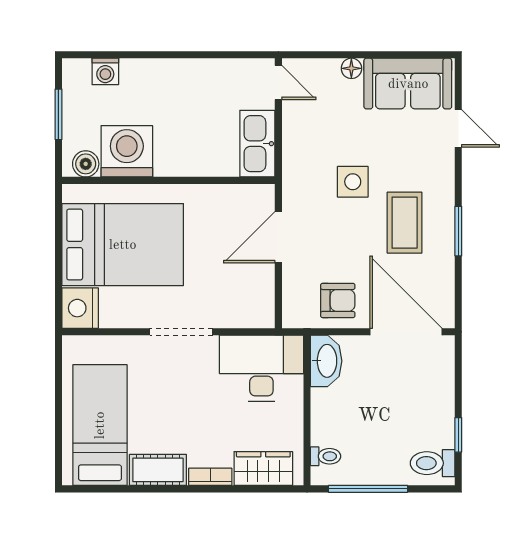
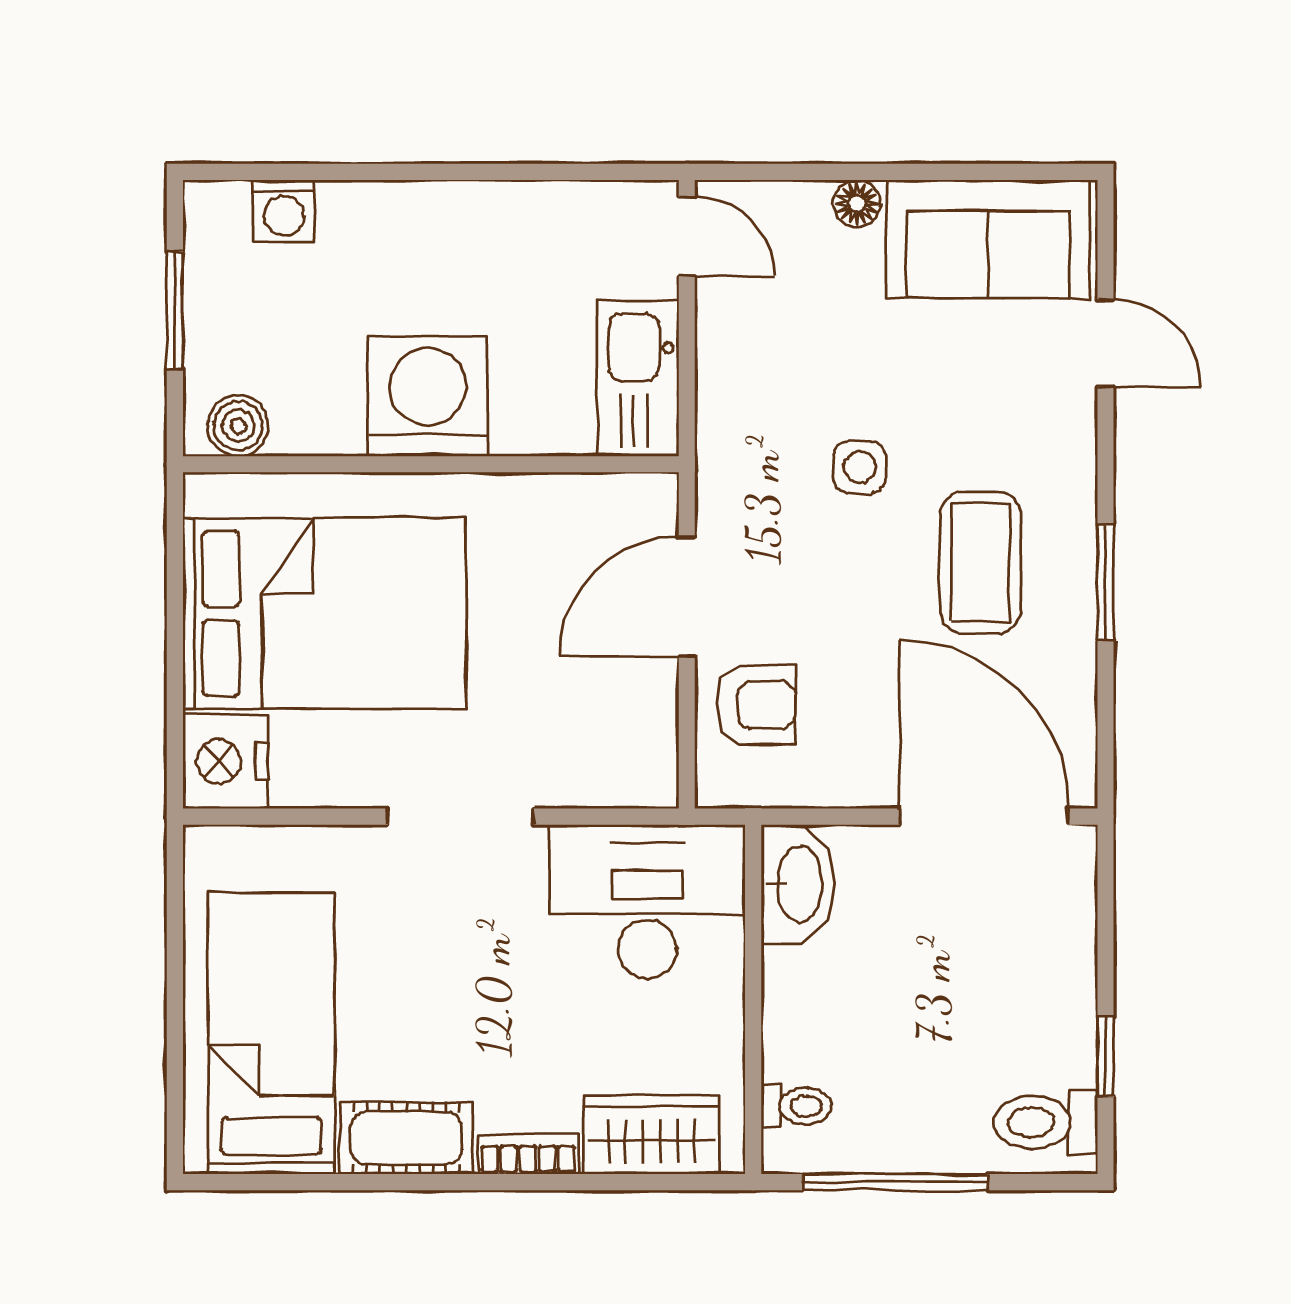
washing machine: (127, 151) -> (428, 396), moved
side table: (353, 182) -> (860, 467), width x0.73, depth x0.73
armchair: (338, 300) -> (756, 705), moved

